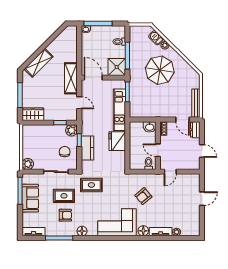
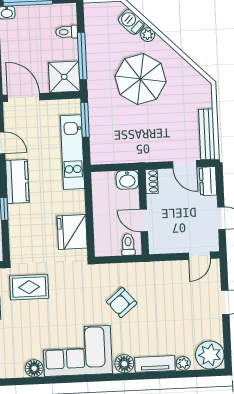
fridge: (117, 141) -> (72, 232), moved
kitchen counter: (87, 148) -> (17, 181), moved
door: (170, 172) -> (199, 256), moved
plant: (192, 228) -> (210, 355), added
floor lamp: (82, 231) -> (34, 368), moved

